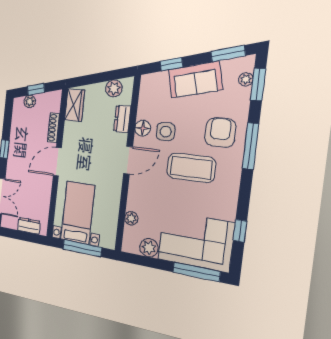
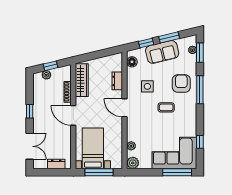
window: (228, 54) -> (169, 37), moved
plant: (114, 88) -> (109, 61), removed
wardrobe: (75, 105) -> (82, 80), width x1.50
floor lamp: (143, 128) -> (132, 62), moved
door: (128, 160) -> (125, 108), swing flipped
door: (57, 162) -> (73, 115), hinge flipped
coffee table: (191, 168) -> (166, 107), width x0.54, depth x0.58
plant: (149, 248) -> (133, 163), moved

